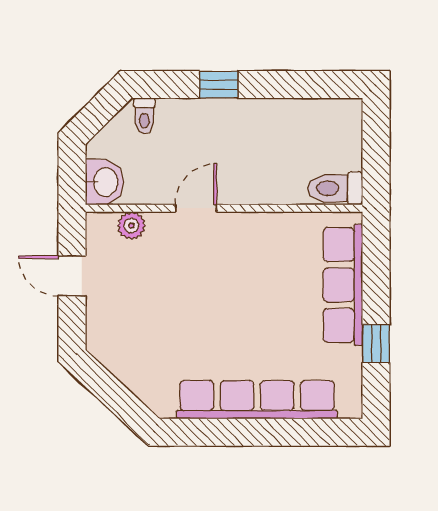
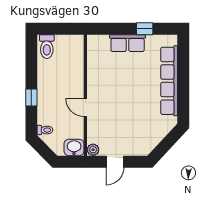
toilet: (335, 188) -> (47, 47), moved
plant: (131, 226) -> (93, 150), moved
row of seats: (343, 285) -> (128, 43), width x0.68

